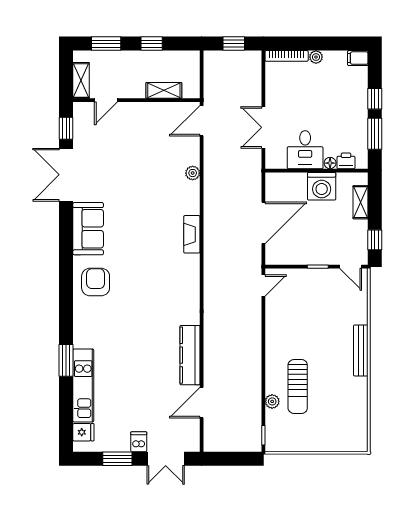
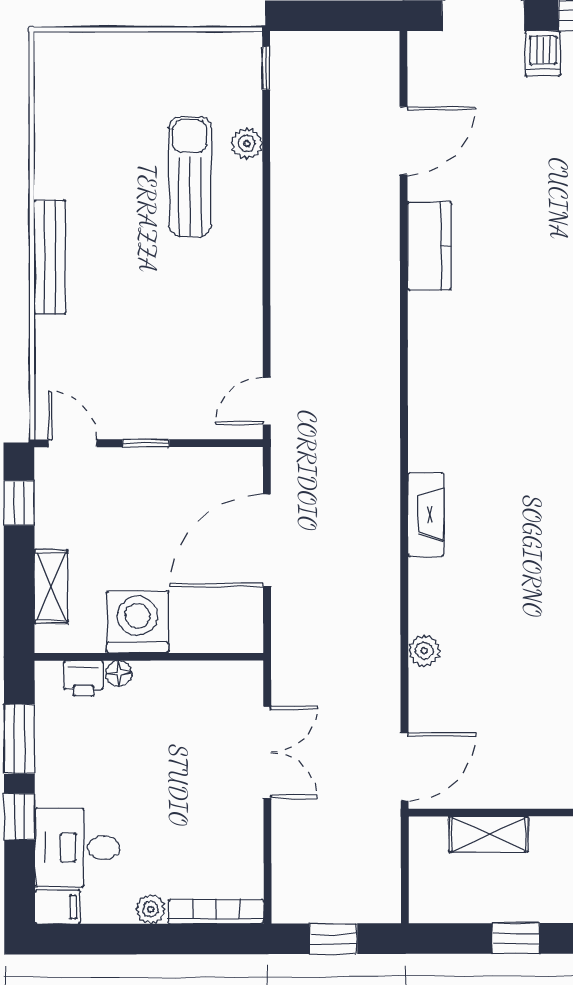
desk: (305, 150) -> (77, 848), moved, turned -90
kitchen counter: (190, 355) -> (430, 246), width x0.67

